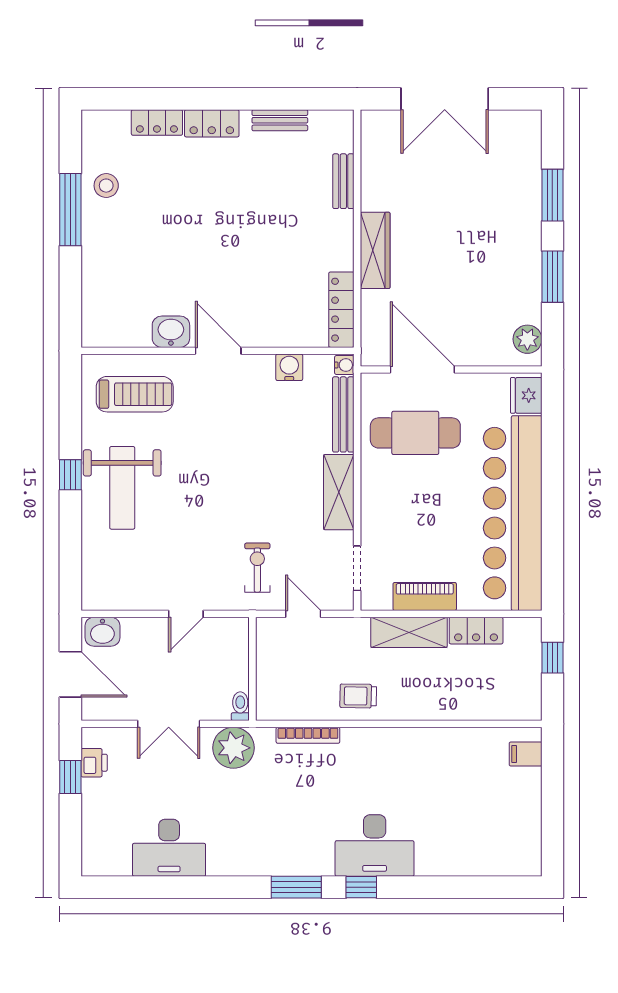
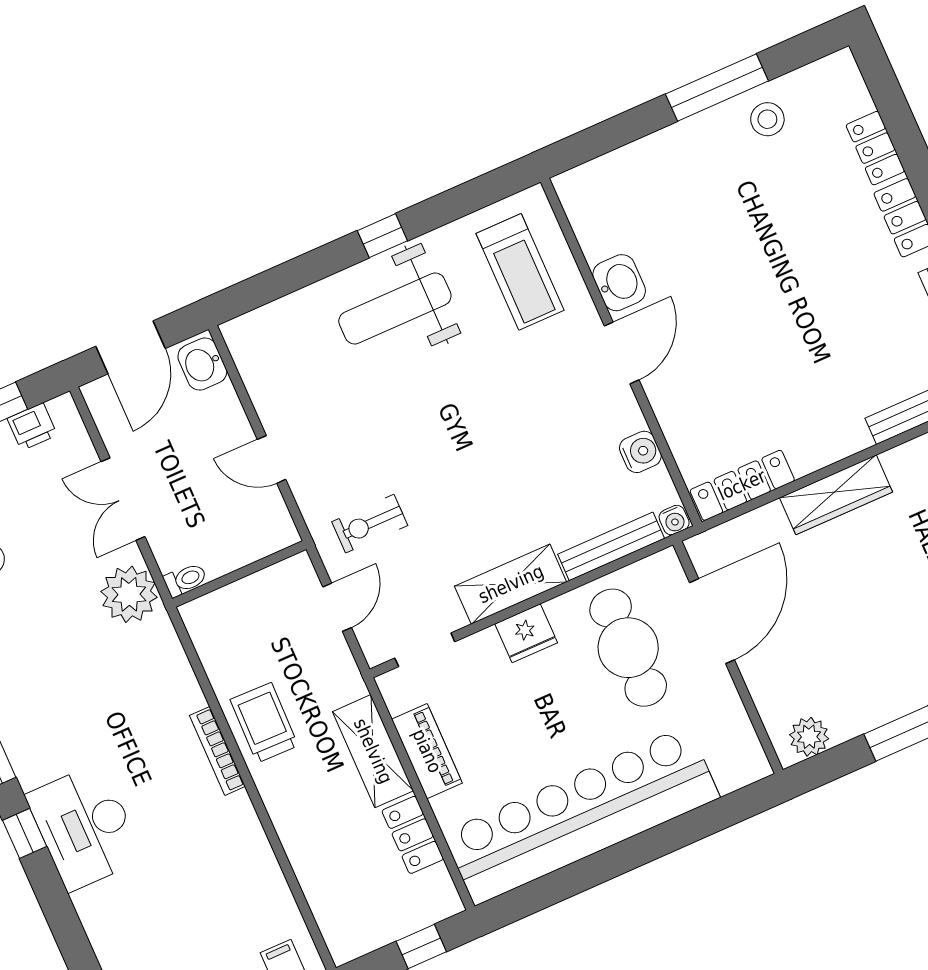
fridge: (526, 395) -> (526, 633), moved, turned 180
exercise bike: (257, 568) -> (370, 524), turned 180
trolley: (358, 696) -> (264, 723), width x1.36, depth x1.39
bookcase: (308, 735) -> (217, 751), moved

